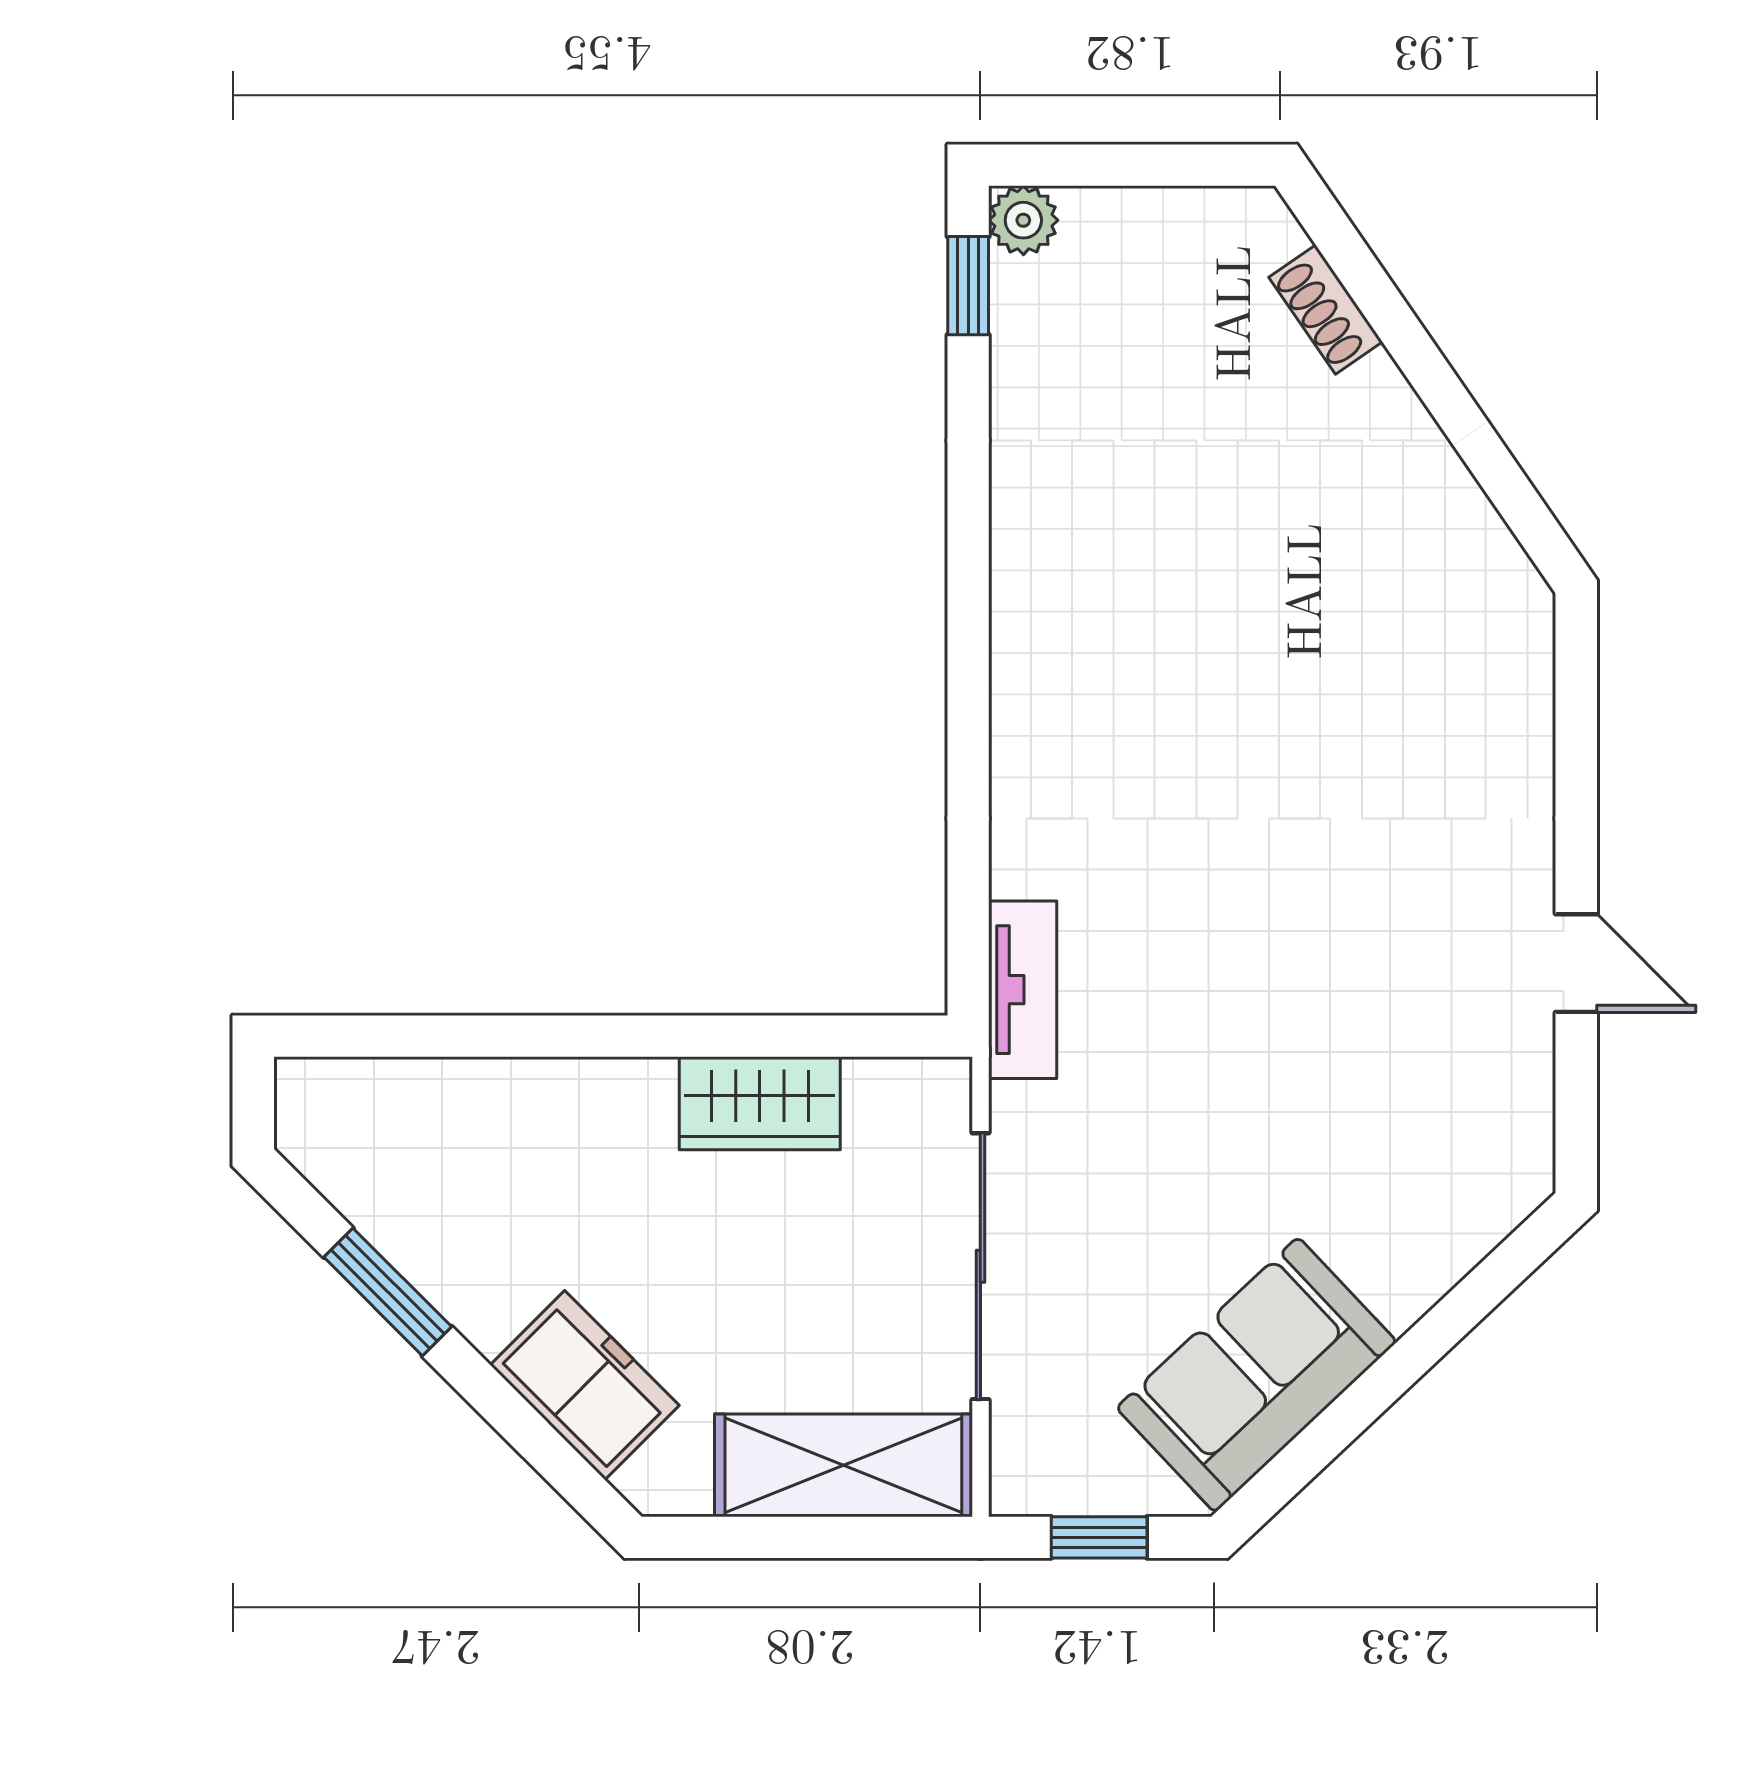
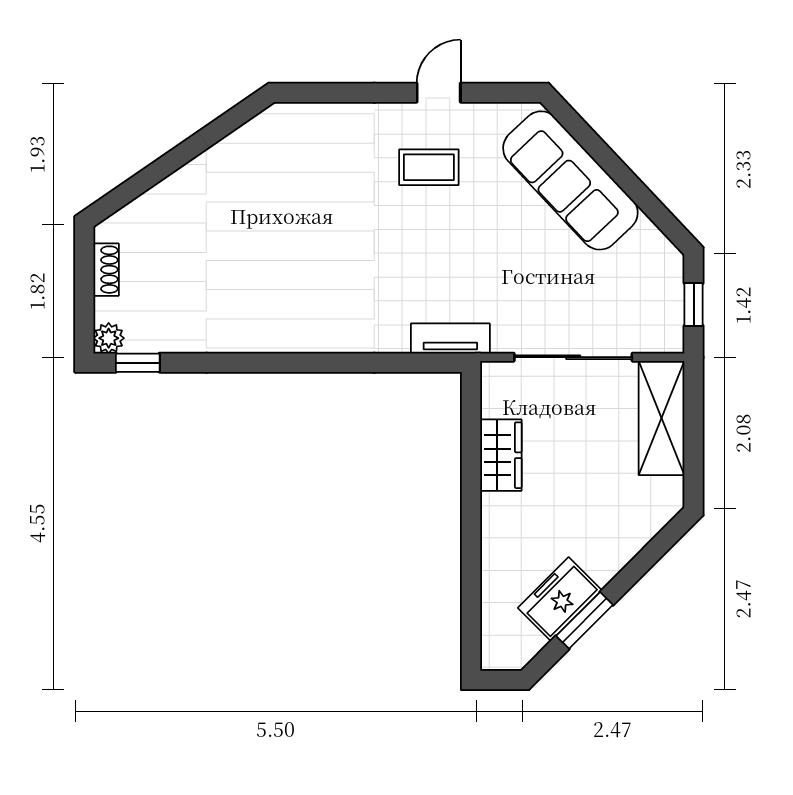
shoe rack: (1326, 310) -> (106, 270), moved, turned -55
coffee table: (1408, 941) -> (429, 167), added
sofa: (1257, 1375) -> (570, 180), moved, width x1.36
freezer: (585, 1385) -> (560, 599), moved

